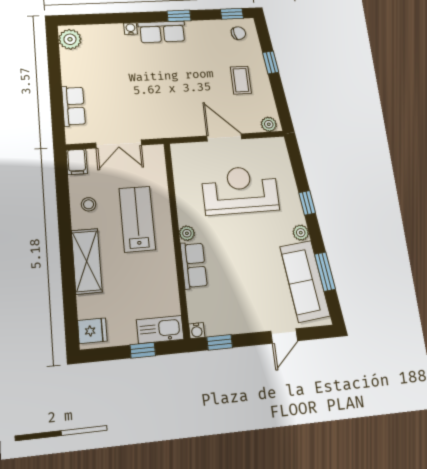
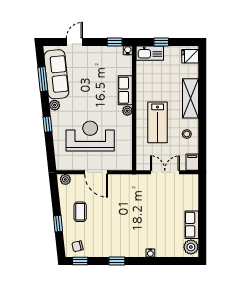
row of seats: (162, 32) -> (129, 250), removed
row of seats: (74, 106) -> (192, 225), moved
reception desk: (240, 190) -> (90, 136), turned 180

